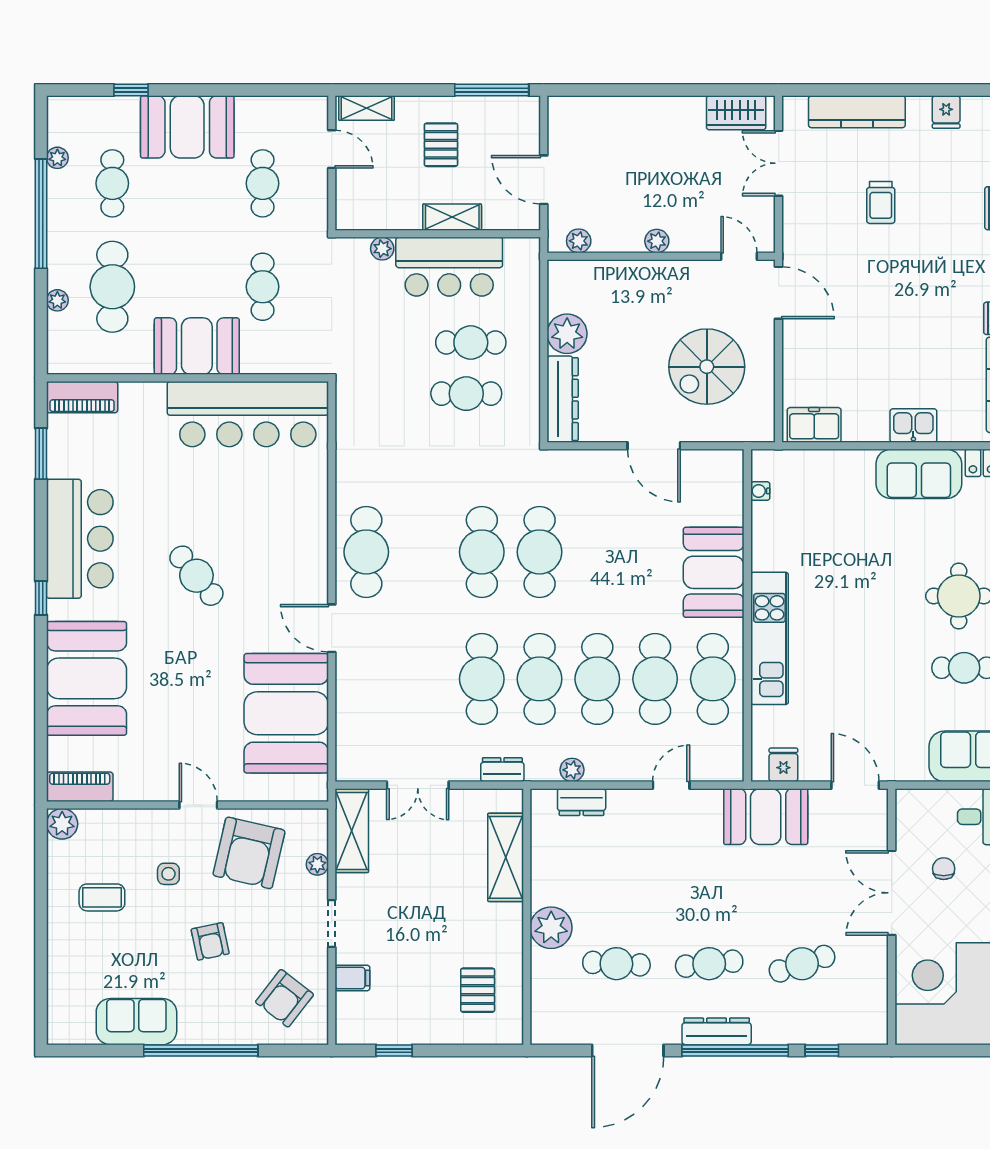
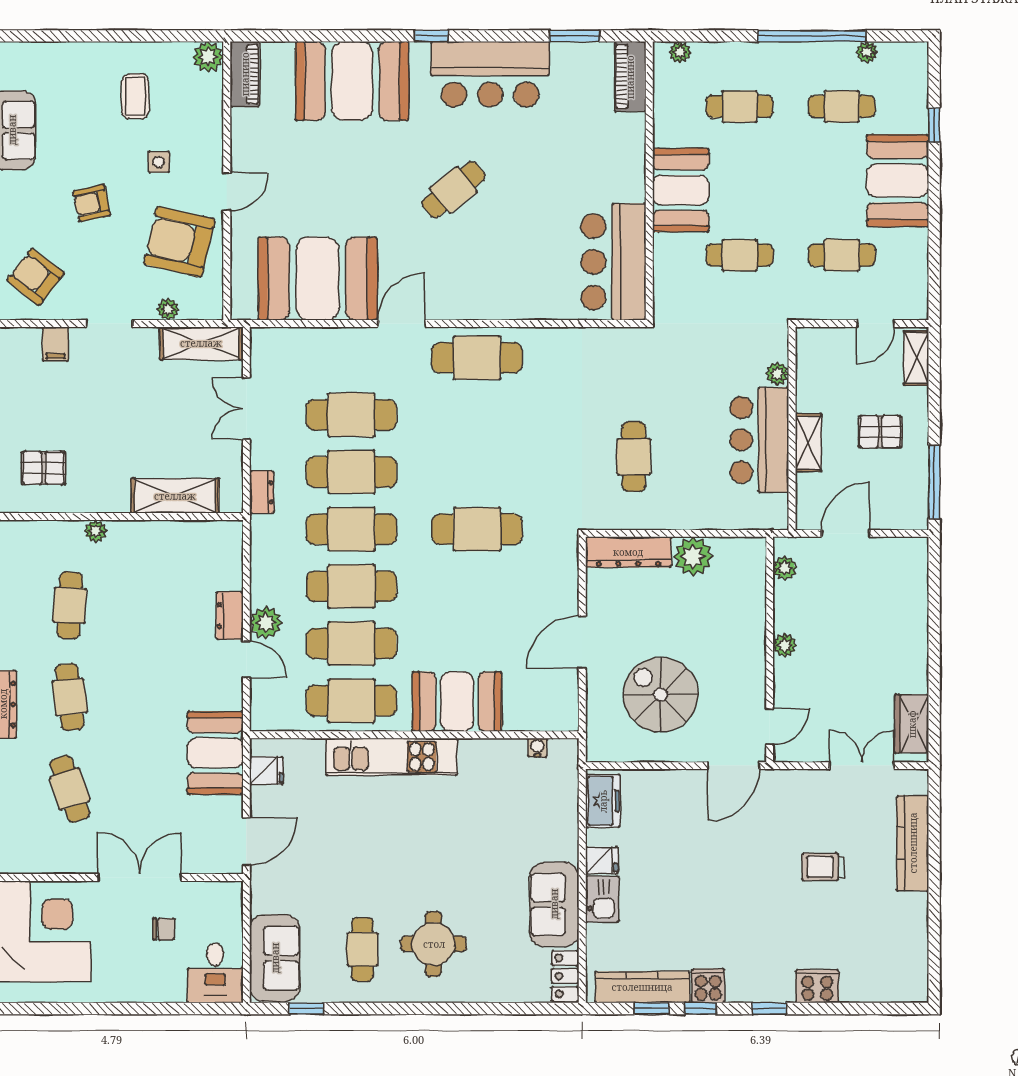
fridge: (946, 112) -> (602, 860), moved, turned 180
cafe table: (112, 287) -> (739, 106), width x0.73, depth x0.74
plant: (57, 300) -> (680, 52), moved
cafe table: (471, 342) -> (684, 461), removed
bar counter: (248, 414) -> (614, 262), width x0.73
cafe table: (482, 552) -> (351, 415), moved
plant: (572, 770) -> (266, 623), moved, width x1.38, depth x1.38
dresser: (582, 802) -> (230, 616), moved
plant: (551, 928) -> (96, 531), width x0.53, depth x0.53

